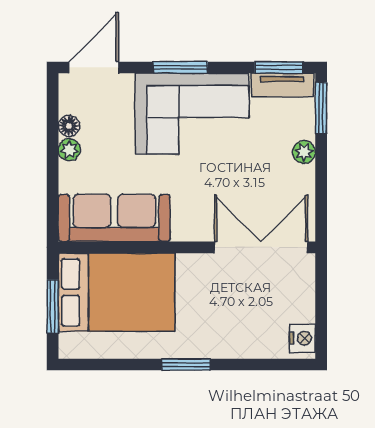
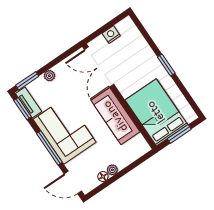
window: (180, 67) -> (49, 148), width x1.44
sofa: (114, 218) -> (115, 116), moved
nightstand: (302, 338) -> (111, 34), moved

